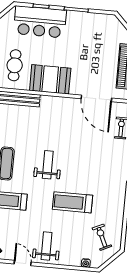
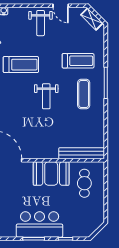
bar counter: (40, 22) -> (40, 224), moved

